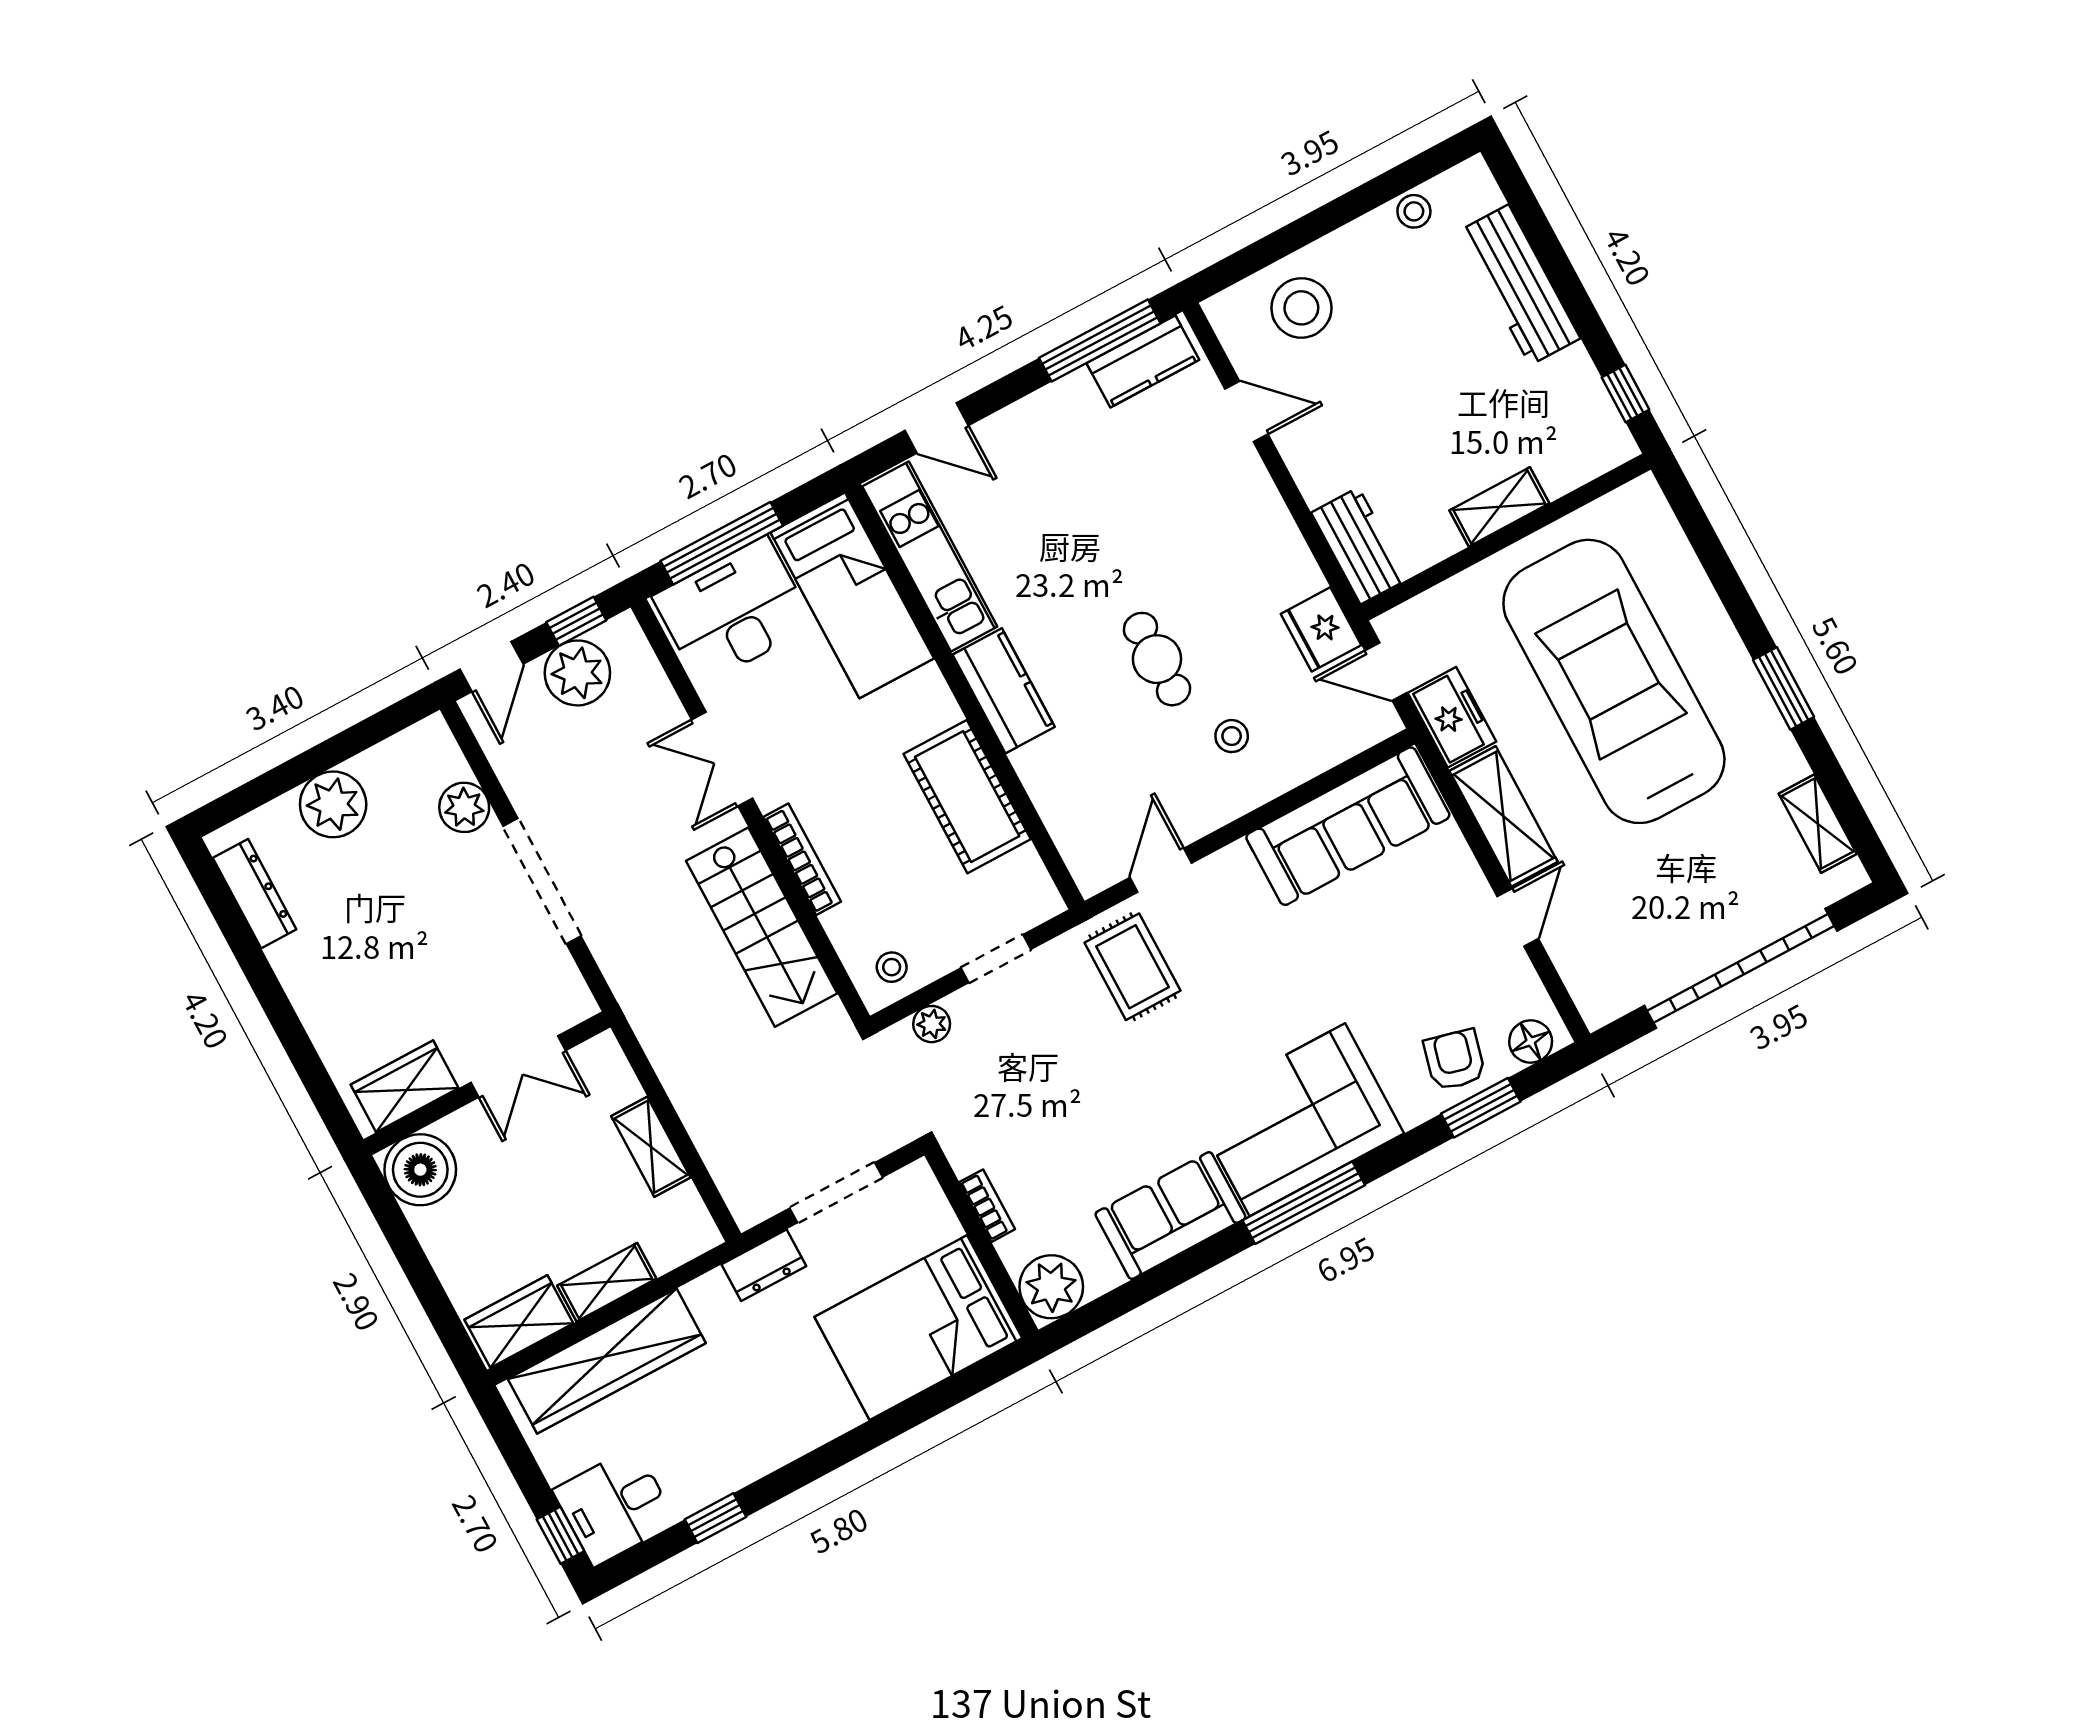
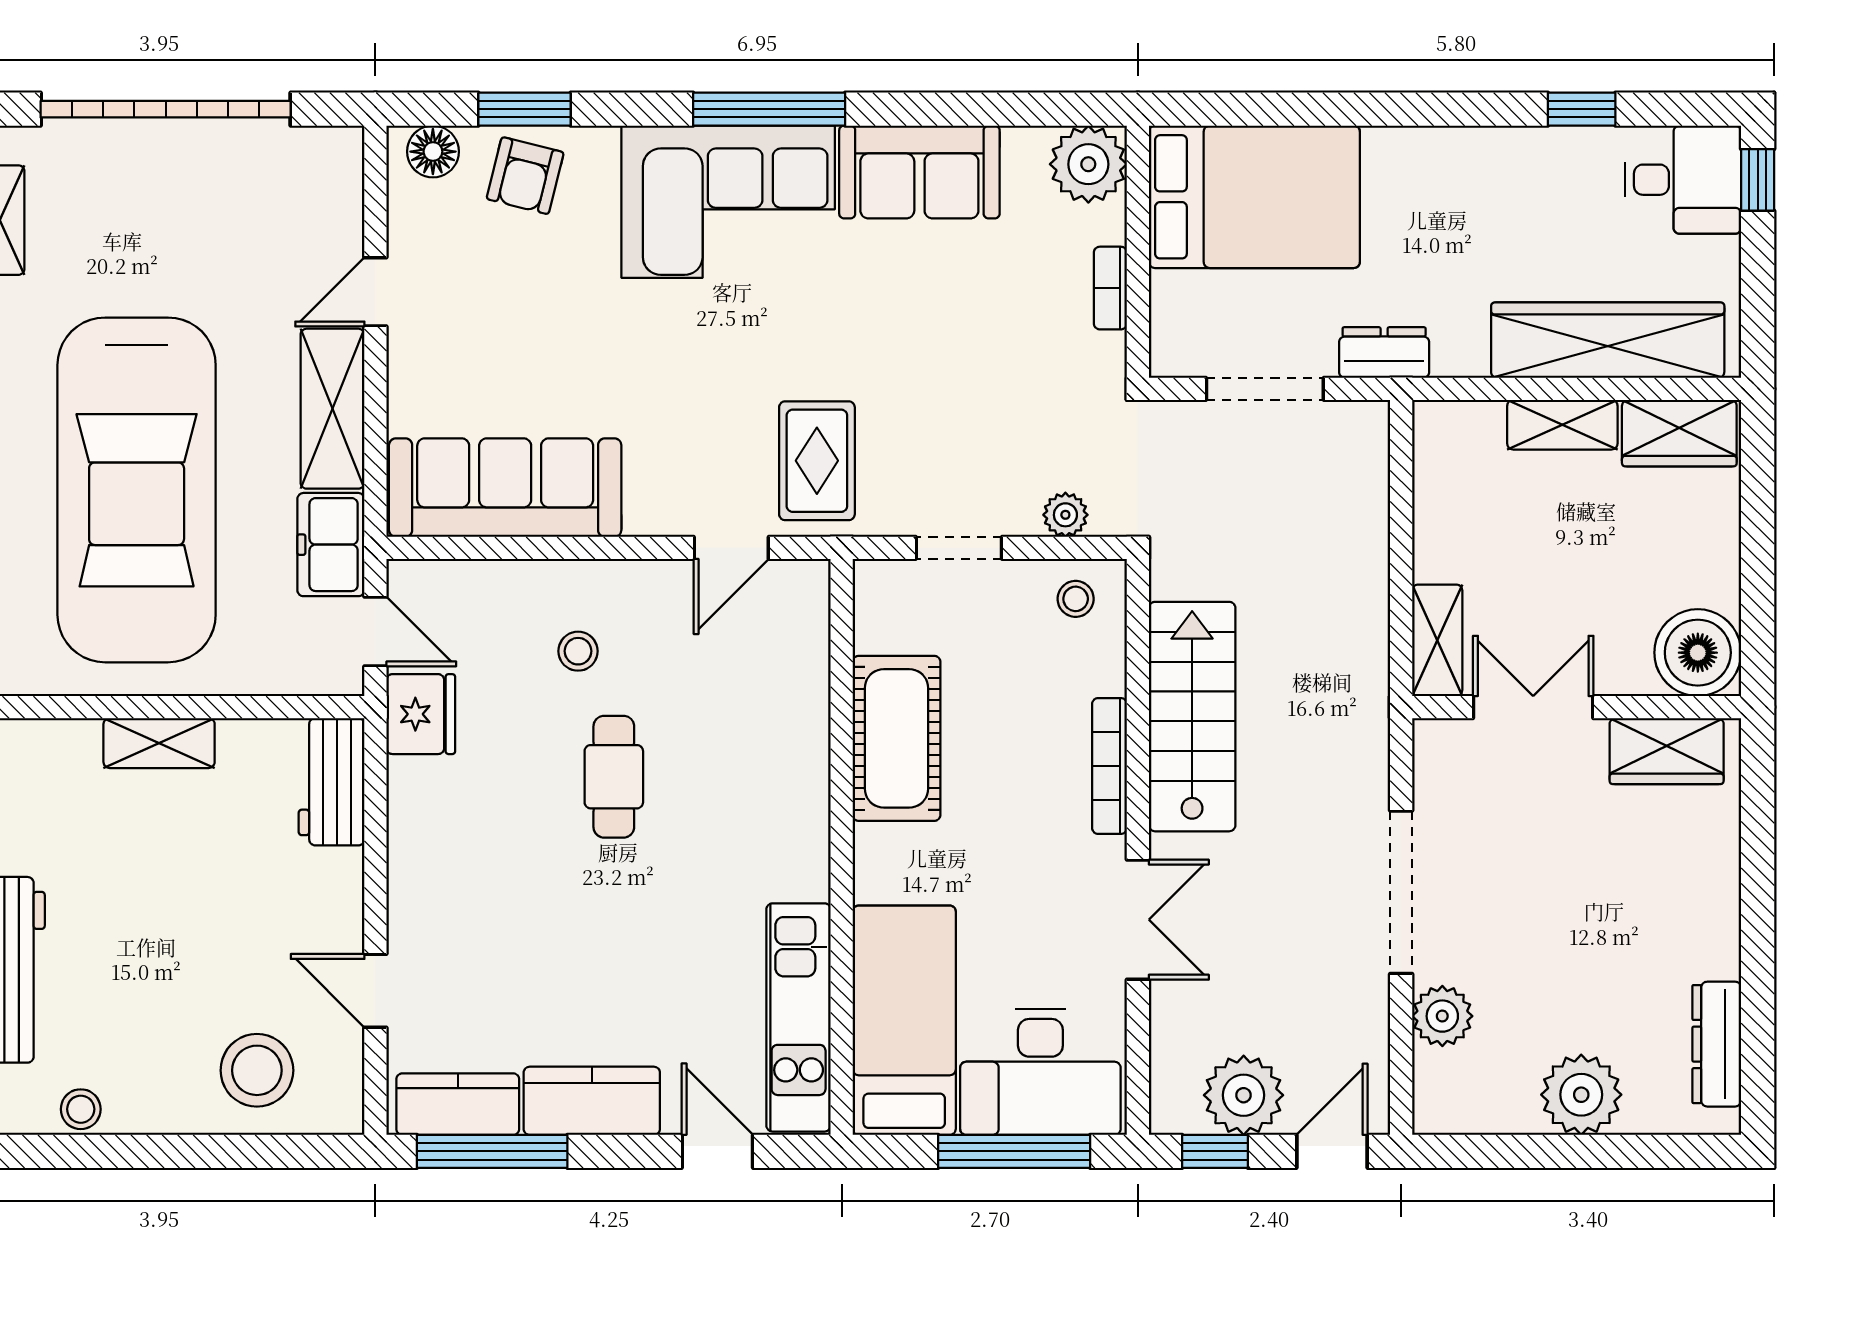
kitchen counter: (1004, 691) -> (592, 1101), moved, turned 90
shelving: (651, 1147) -> (1437, 640), moved

